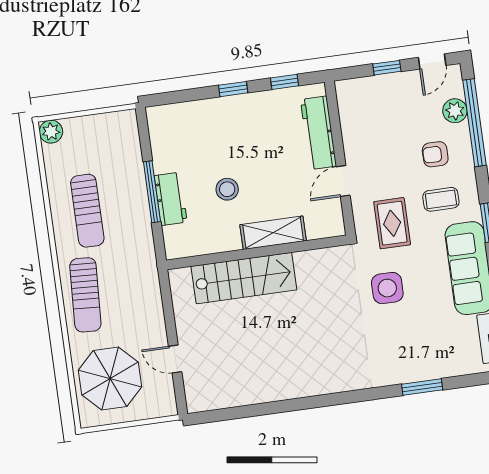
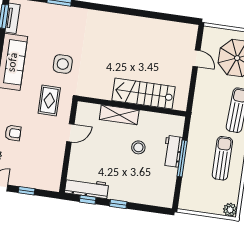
workbench: (318, 133) -> (87, 188), moved, turned -90
coffee table: (441, 199) -> (17, 106), removed

